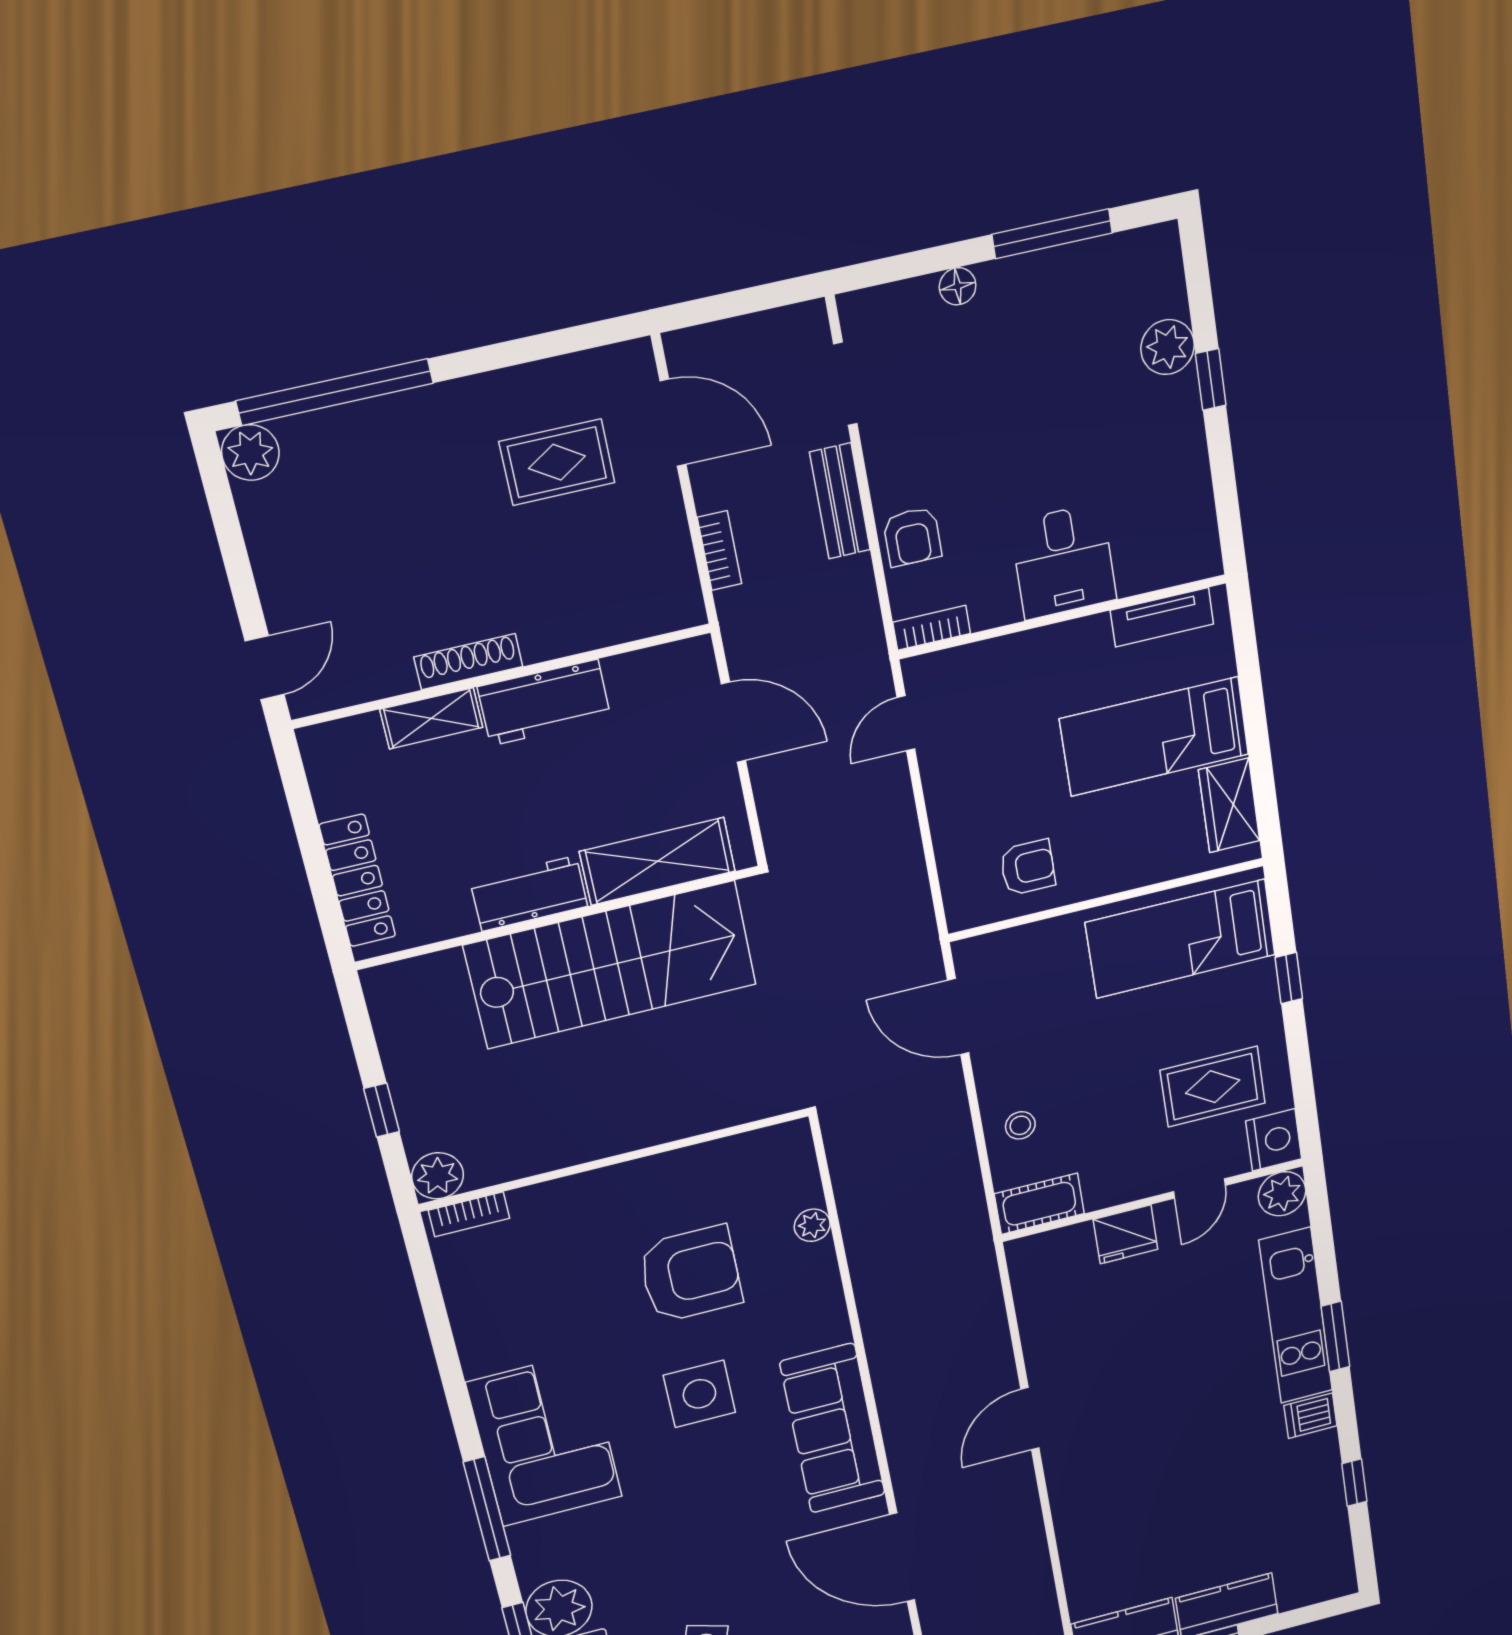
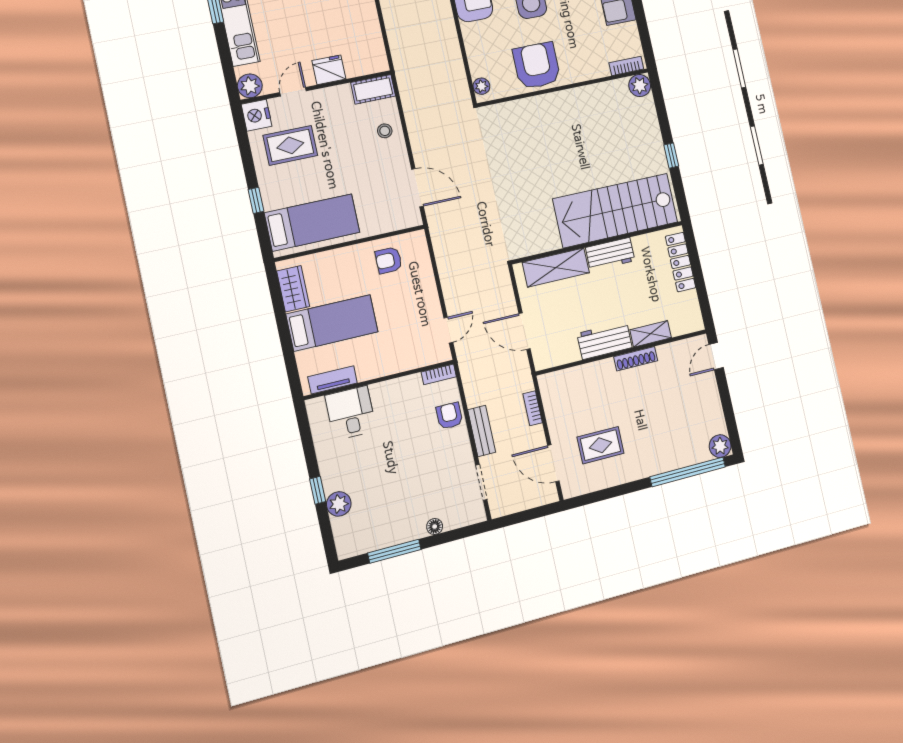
desk: (1064, 561) -> (351, 413), moved
stairs: (611, 965) -> (615, 210), moved
wall: (615, 1160) -> (563, 88), moved
plant: (438, 1176) -> (640, 86), moved
bookcase: (469, 1214) -> (626, 66), moved
armchair: (691, 1274) -> (537, 66), turned 90

